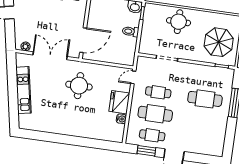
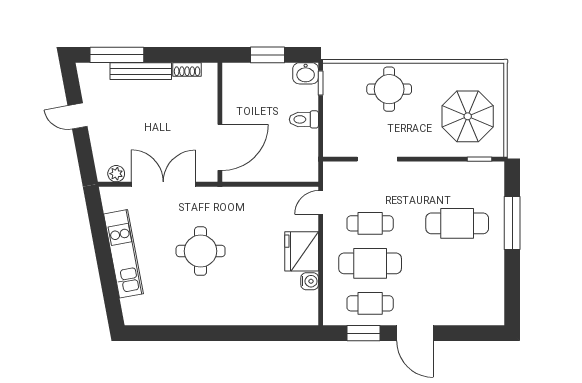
round table: (79, 86) -> (201, 251), moved

